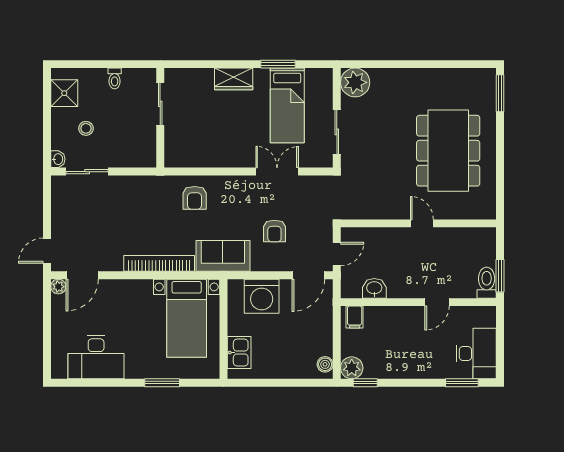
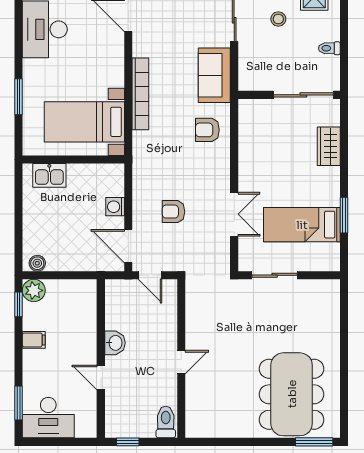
wardrobe: (234, 79) -> (329, 146), moved
plant: (355, 82) -> (325, 294), removed
sliding door: (160, 104) -> (303, 95), width x1.37
dining table: (448, 151) -> (292, 394), moved, turned 90
sofa: (223, 256) -> (214, 75), moved, turned 180
window: (500, 276) -> (128, 442), width x0.67
toilet: (487, 283) -> (166, 422), moved, turned -90
washbasin: (374, 288) -> (115, 343), moved
washing machine: (262, 296) -> (115, 207), width x0.53, depth x0.53
filing cabinet: (355, 317) -> (34, 340), moved, turned 180

